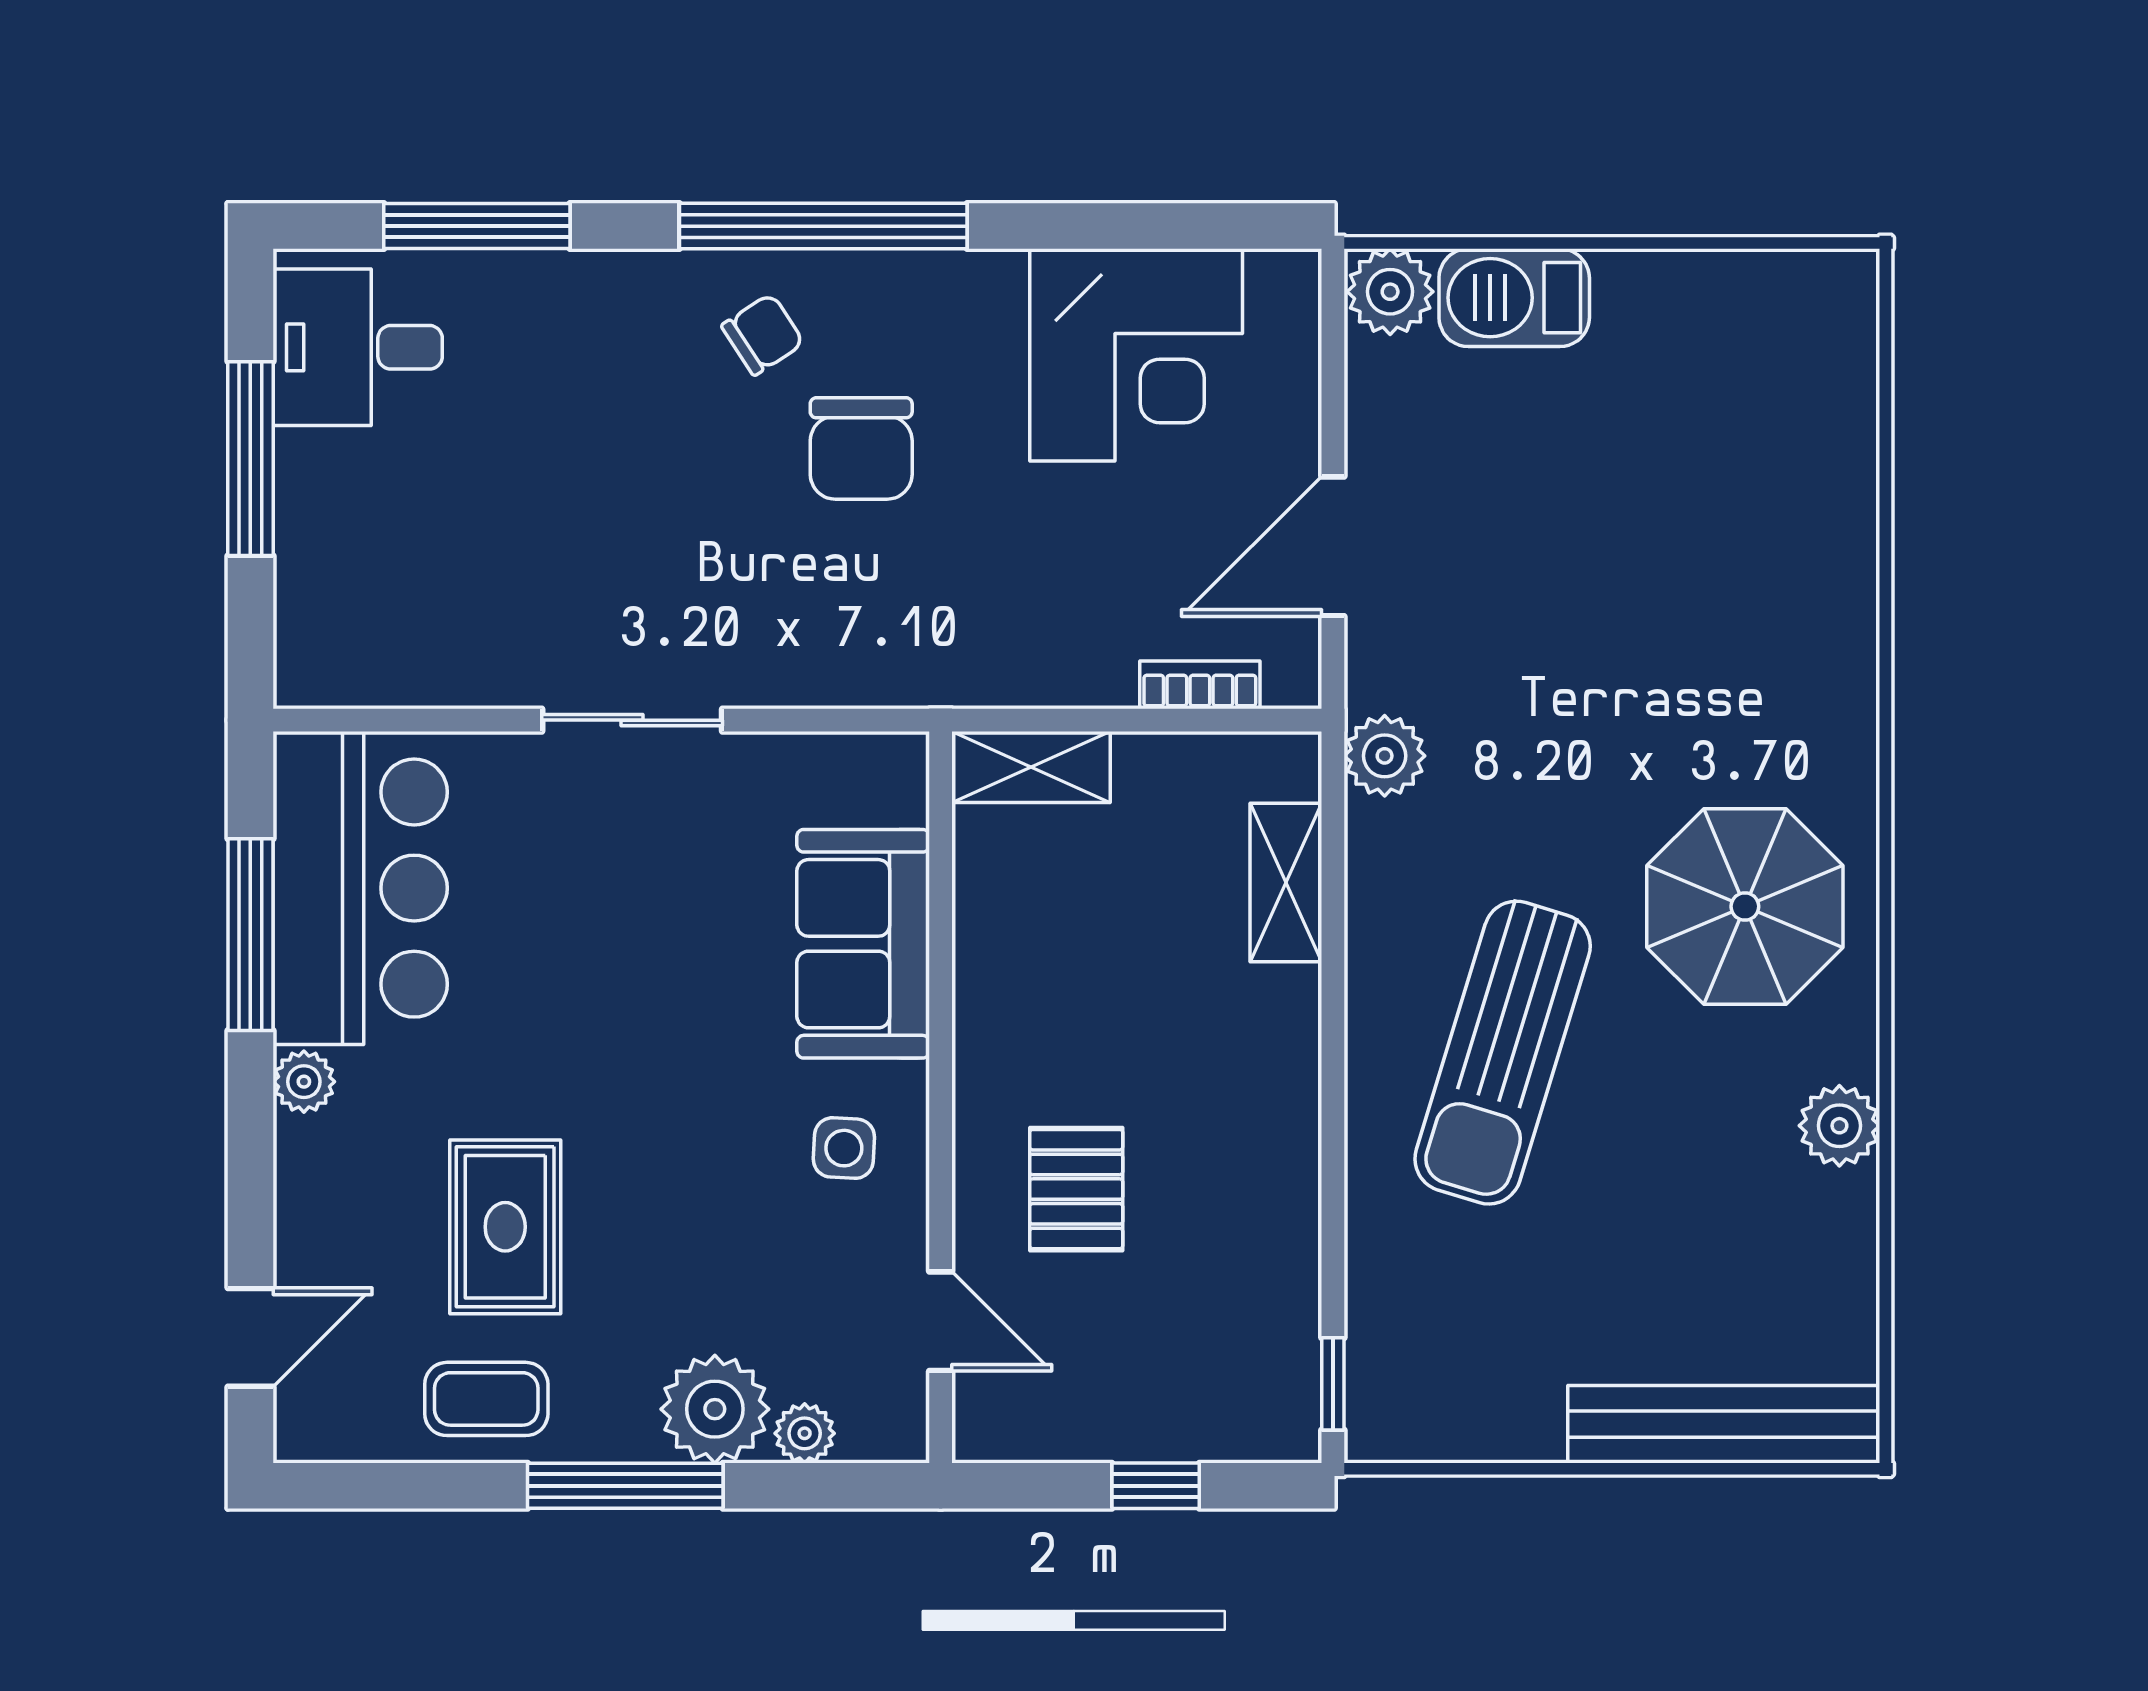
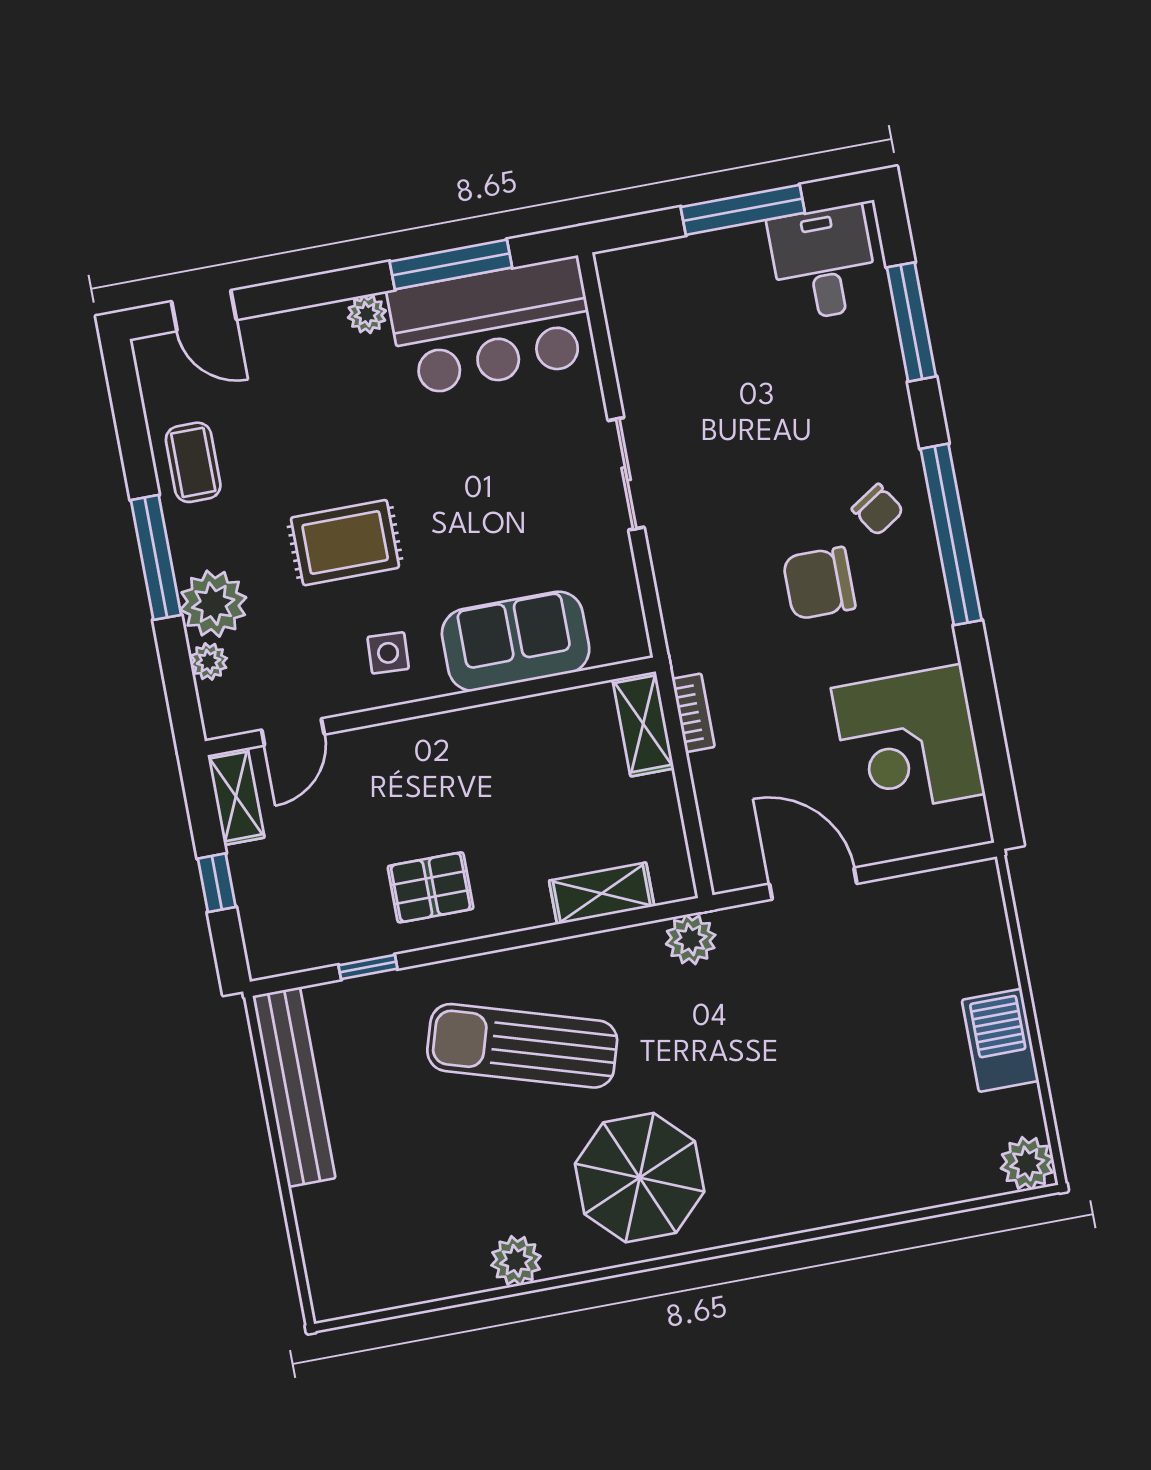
plant: (1390, 292) -> (1027, 1163), moved
barbecue: (1514, 298) -> (1000, 1040), moved
bookcase: (1200, 685) -> (693, 713), moved
pallet: (1076, 1189) -> (431, 887), moved
rug: (505, 1227) -> (345, 543), moved
window: (1333, 1384) -> (368, 967), moved
bench: (1724, 1424) -> (294, 1087), moved
shelving: (1025, 1430) -> (236, 796), added

